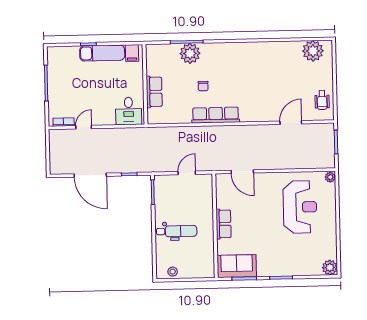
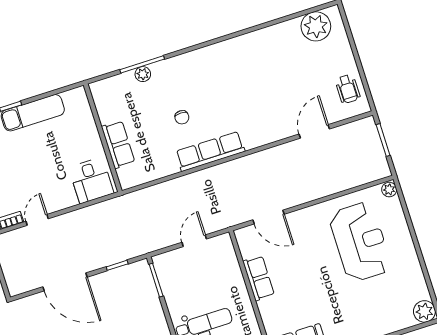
filing cabinet: (132, 53) -> (73, 101), removed
plant: (190, 53) -> (143, 74), width x0.53, depth x0.53
row of seats: (223, 224) -> (259, 278), moved

